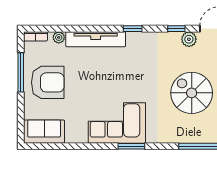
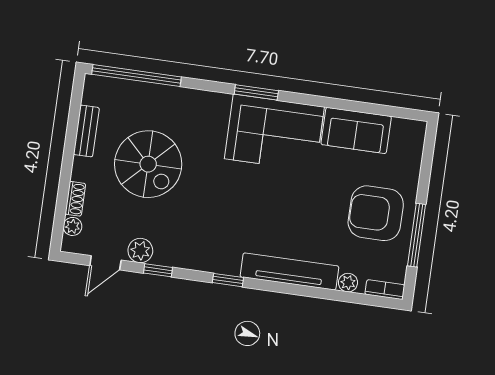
sofa: (44, 132) -> (356, 130), moved

